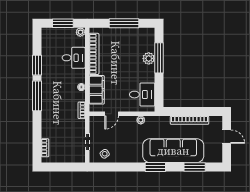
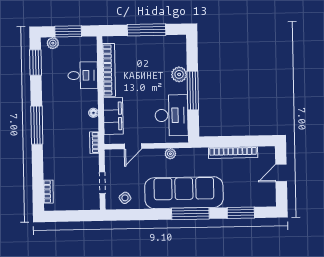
plant: (80, 32) -> (53, 43), moved
window: (159, 58) -> (193, 90), moved
window: (37, 65) -> (36, 63), moved
desk: (142, 95) -> (171, 115), width x1.37
door: (227, 137) -> (281, 173), swing flipped
sofa: (173, 151) -> (184, 193), moved
window: (155, 167) -> (190, 214), width x1.44

